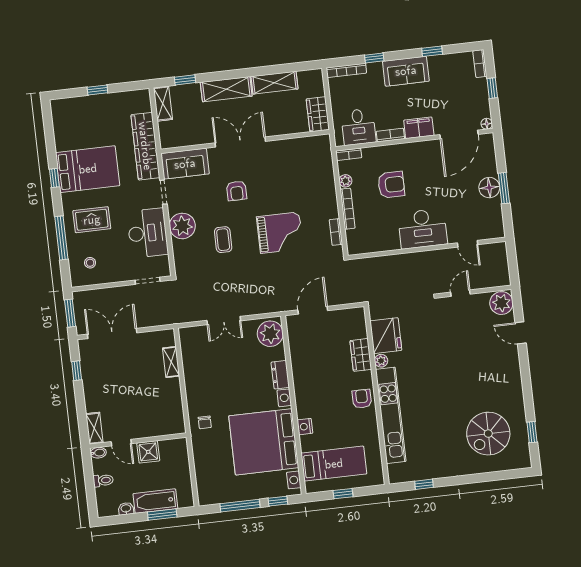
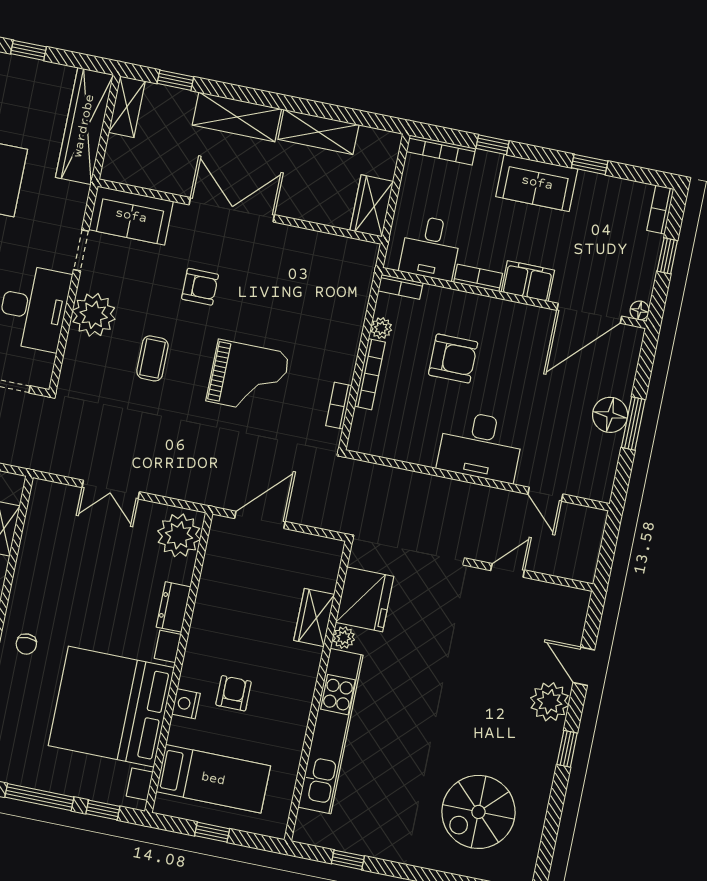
wardrobe: (145, 146) -> (84, 126), moved
armchair: (237, 191) -> (200, 287), turned -90
plant: (501, 303) -> (550, 702), moved
armchair: (362, 399) -> (234, 693), moved
window: (532, 432) -> (567, 749), moved

